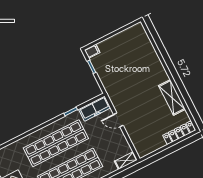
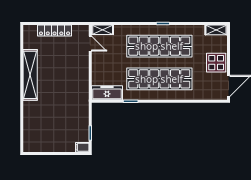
shelving: (172, 97) -> (30, 75), width x1.47
door: (118, 120) -> (90, 44), moved
locker: (179, 133) -> (55, 31), moved

